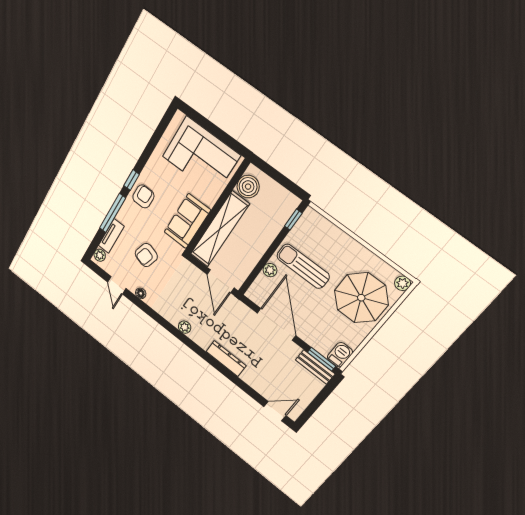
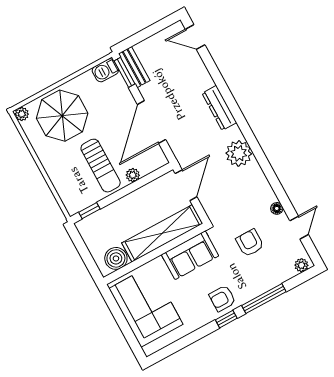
tv unit: (111, 236) -> (278, 278), removed
armchair: (146, 255) -> (250, 243), turned -107
plant: (185, 327) -> (239, 153), width x1.87, depth x1.87

